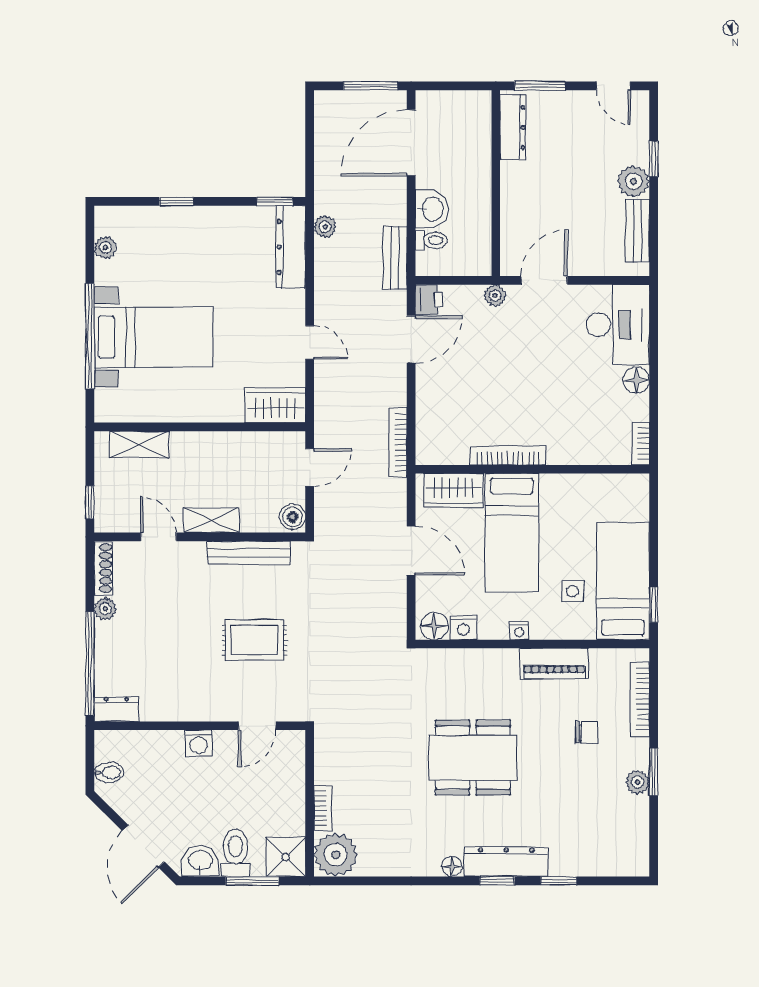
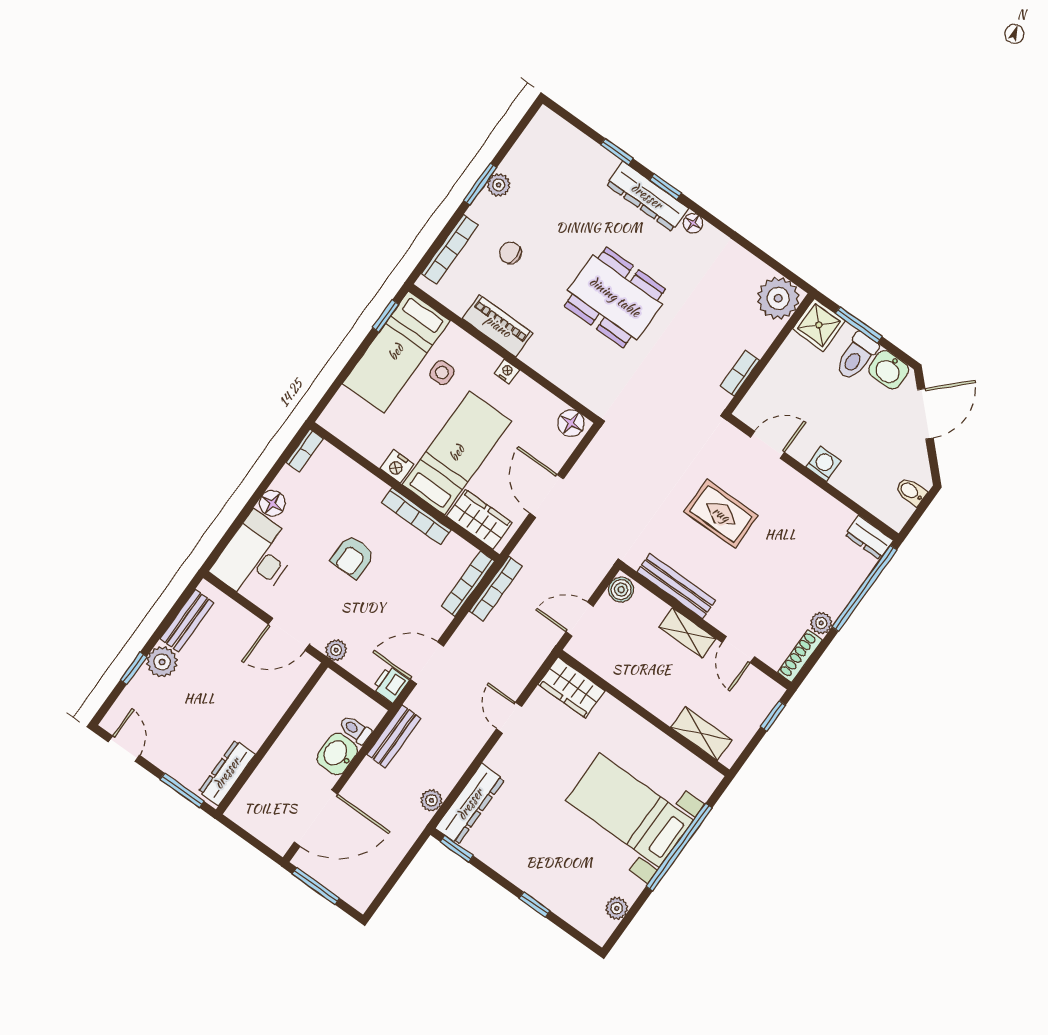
armchair: (537, 383) -> (353, 557), added
bookcase: (424, 430) -> (468, 584), added
nightstand: (463, 628) -> (397, 466), moved, turned 180
bookcase: (323, 808) -> (740, 373), moved

